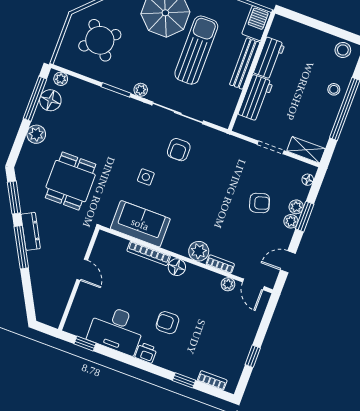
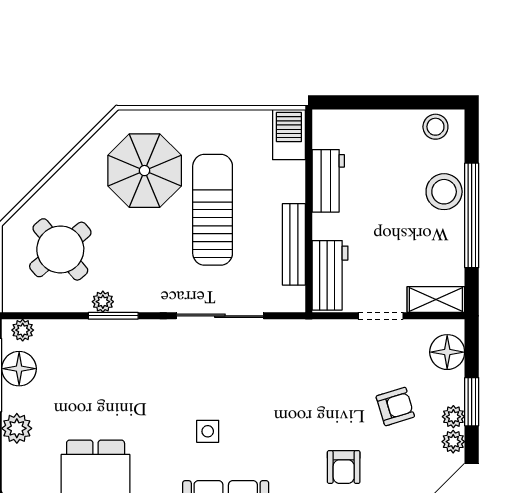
bench: (245, 63) -> (294, 244), moved
stool: (334, 89) -> (444, 192), width x1.89, depth x1.89
plant: (141, 90) -> (103, 302), moved
workbench: (256, 98) -> (330, 275), moved
armchair: (179, 150) -> (344, 467), moved
floor lamp: (308, 180) -> (447, 352), width x1.89, depth x1.89
plant: (296, 207) -> (453, 442), moved

